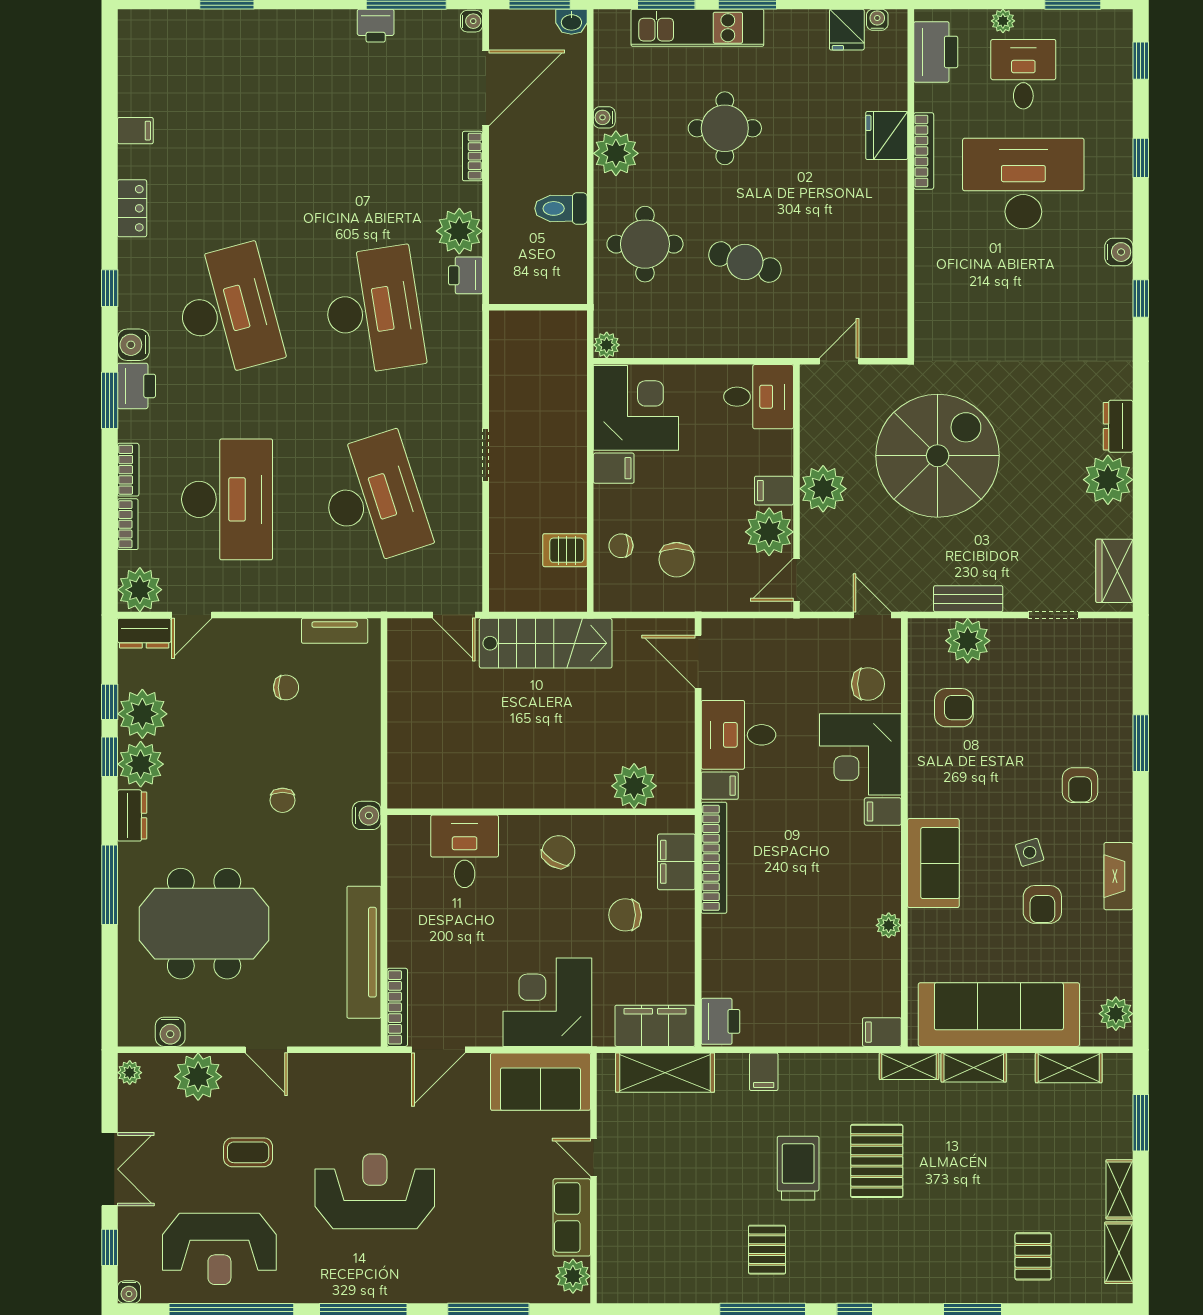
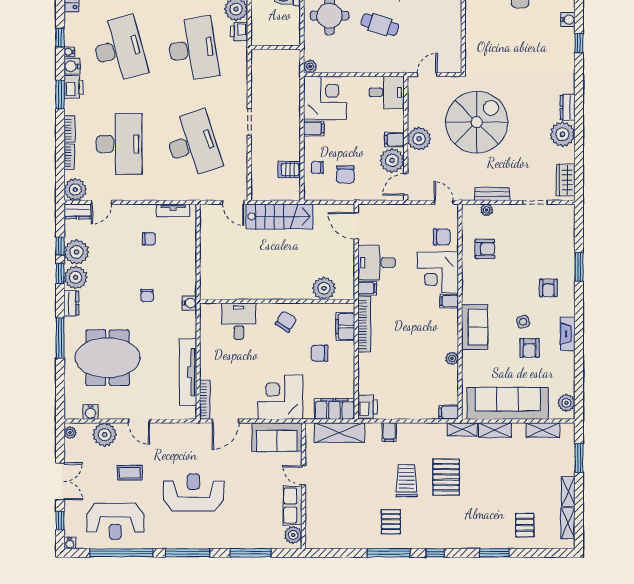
water cooler: (128, 316) -> (69, 52), added
plant: (968, 641) -> (487, 210), width x0.53, depth x0.53

